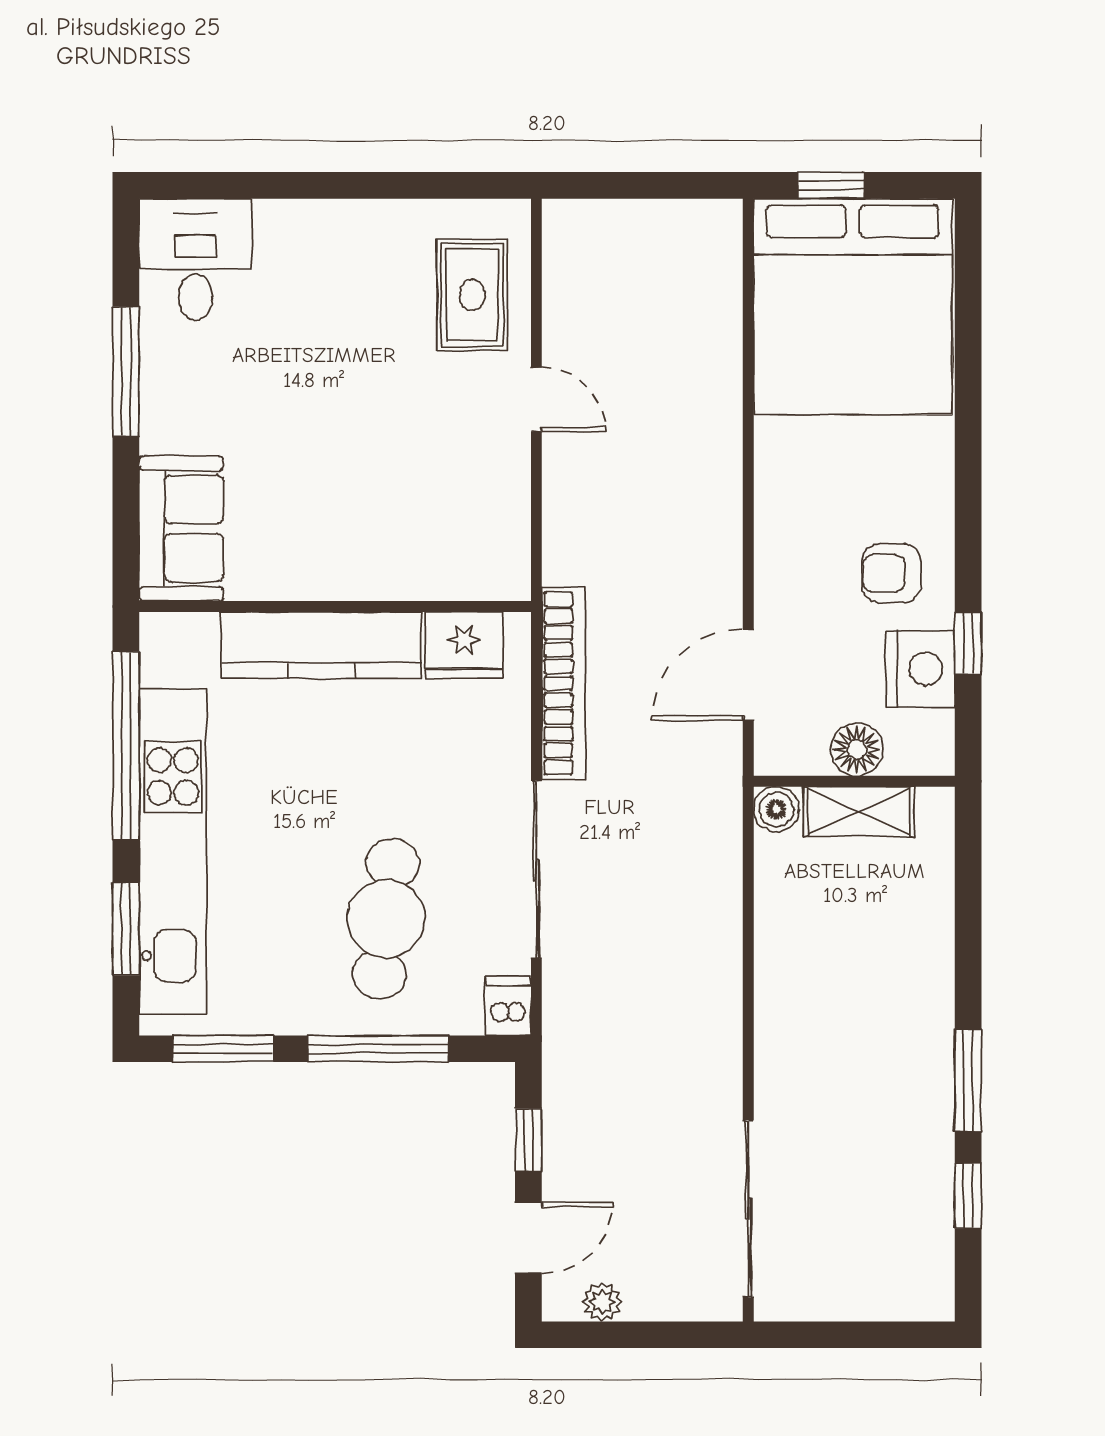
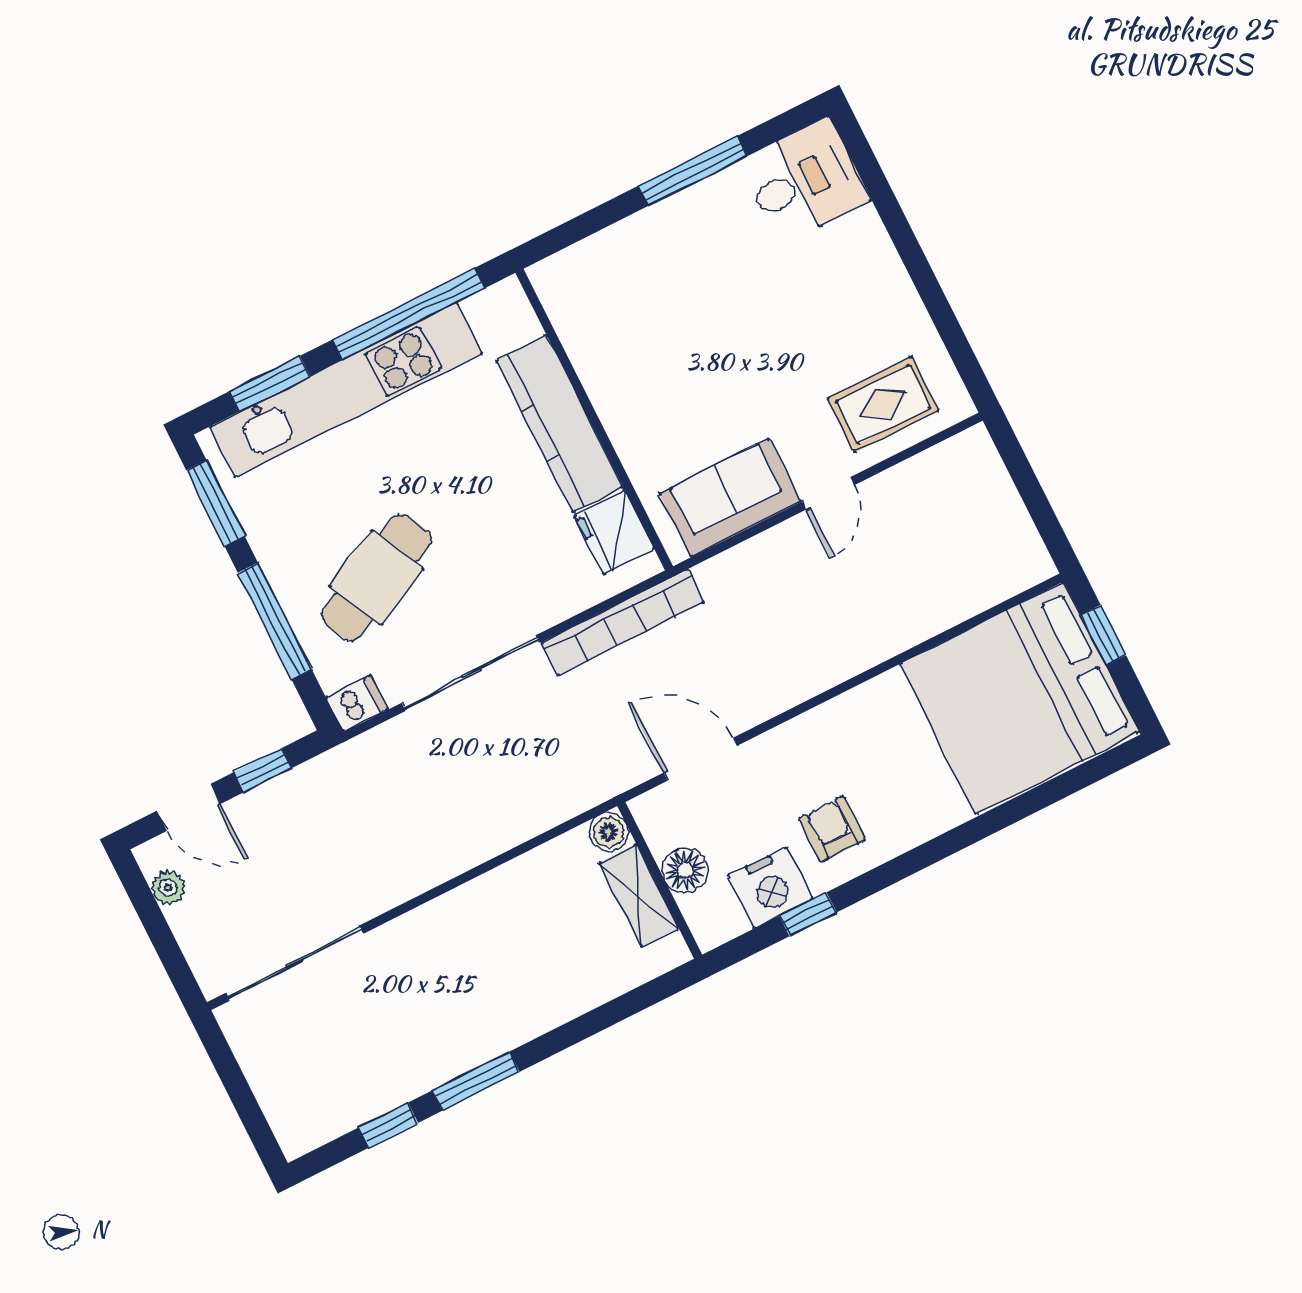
sofa: (181, 529) -> (730, 498), moved, turned 180
cafe table: (386, 919) -> (376, 577), turned -33

